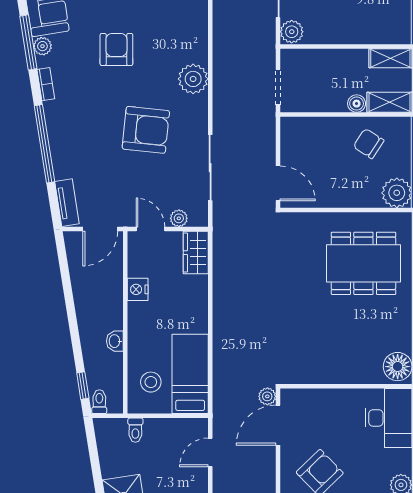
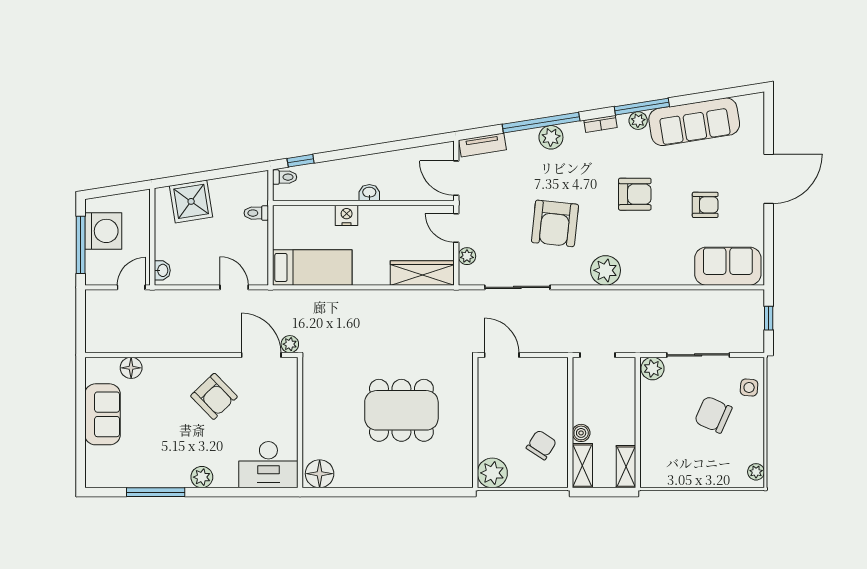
plant: (59, 134) -> (551, 137), added
door: (278, 183) -> (502, 355), swing flipped
door: (150, 229) -> (456, 228), swing flipped
wardrobe: (196, 253) -> (422, 273), width x1.50
dining table: (363, 263) -> (401, 410), moved, turned 90
nightstand: (138, 289) -> (347, 215), moved
washbasin: (115, 341) -> (369, 193), moved
stool: (151, 382) -> (304, 228), removed

